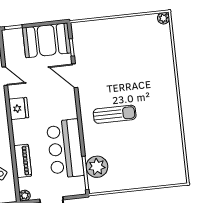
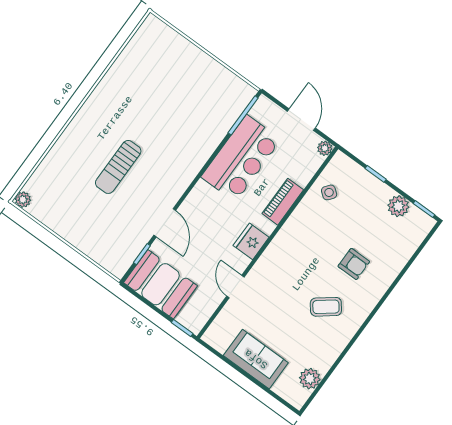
sun lounger: (115, 114) -> (118, 167), moved, turned -90
piano: (23, 161) -> (283, 202), moved
plant: (97, 167) -> (226, 111), removed

